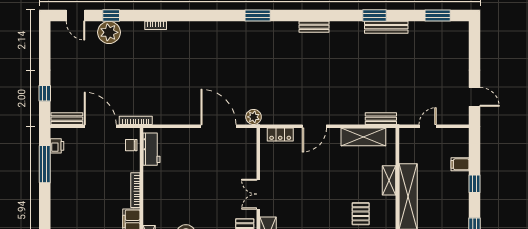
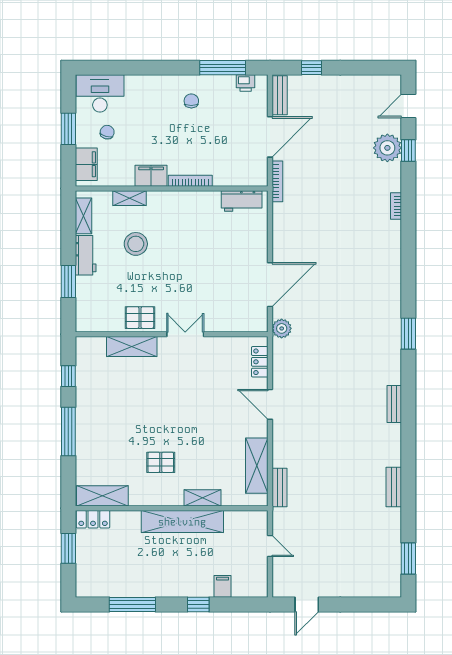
window: (375, 15) -> (408, 480), removed
bench: (386, 27) -> (394, 487), width x0.73
chair: (131, 145) -> (191, 101), moved

